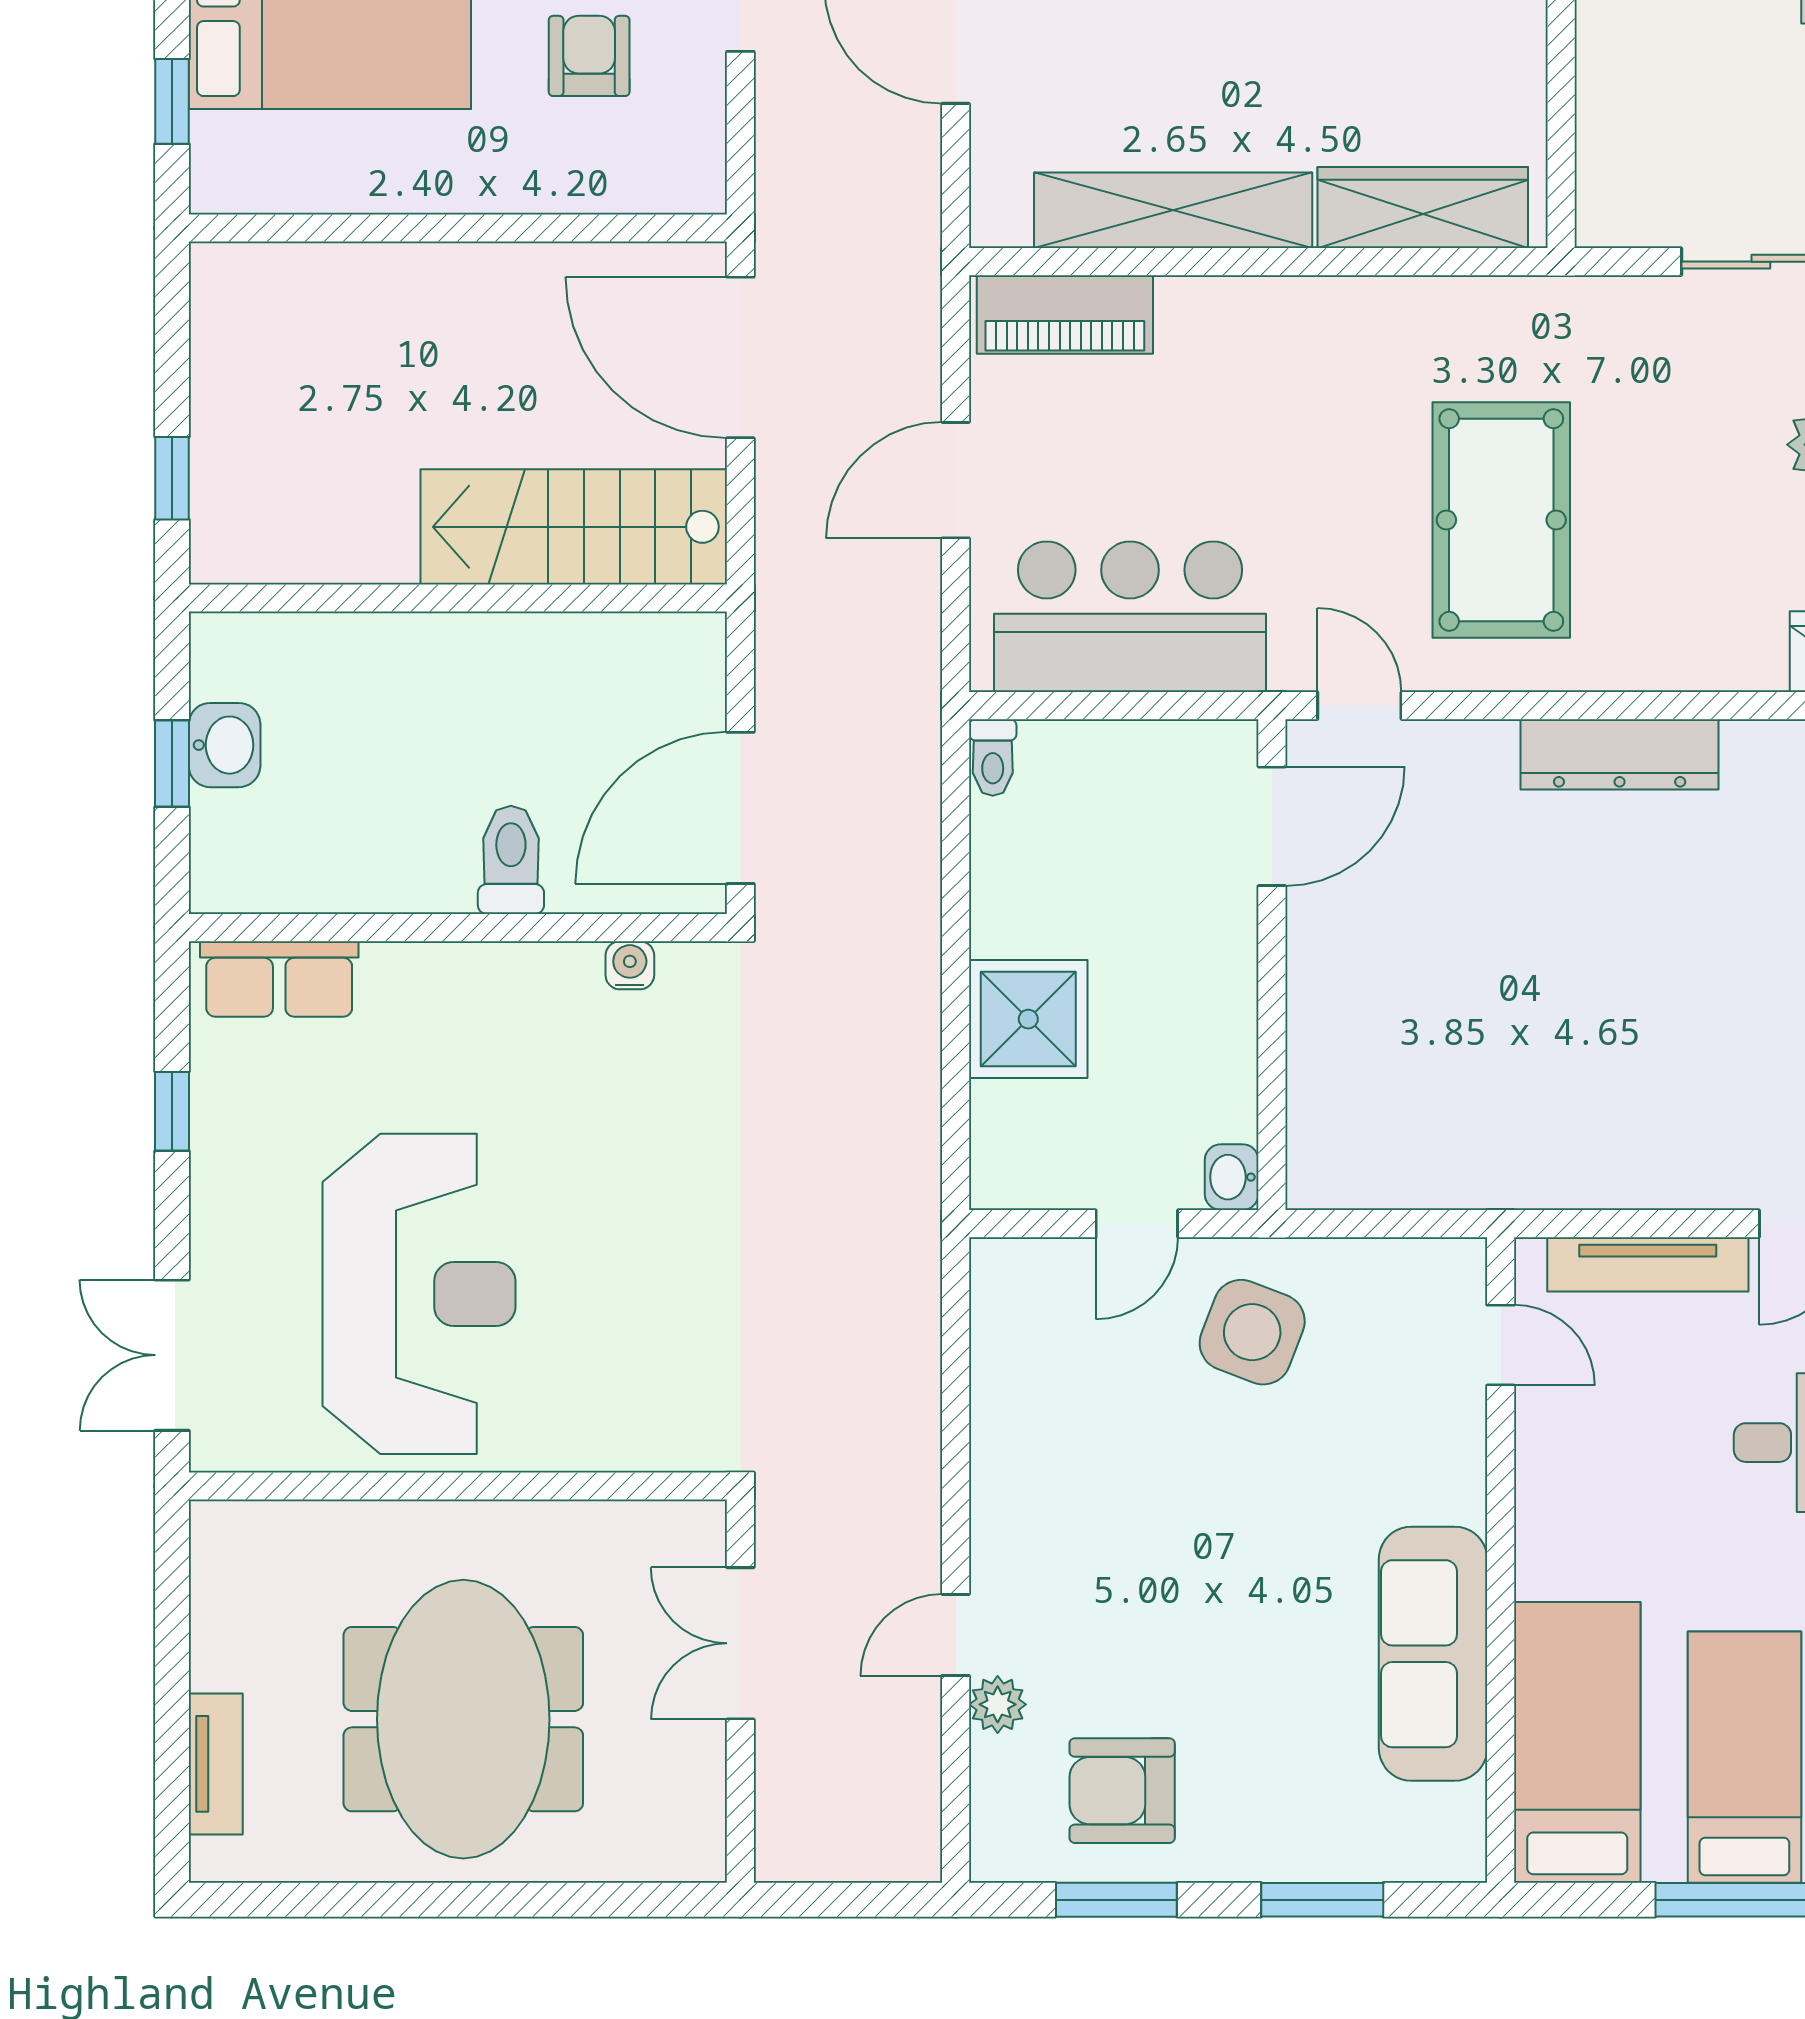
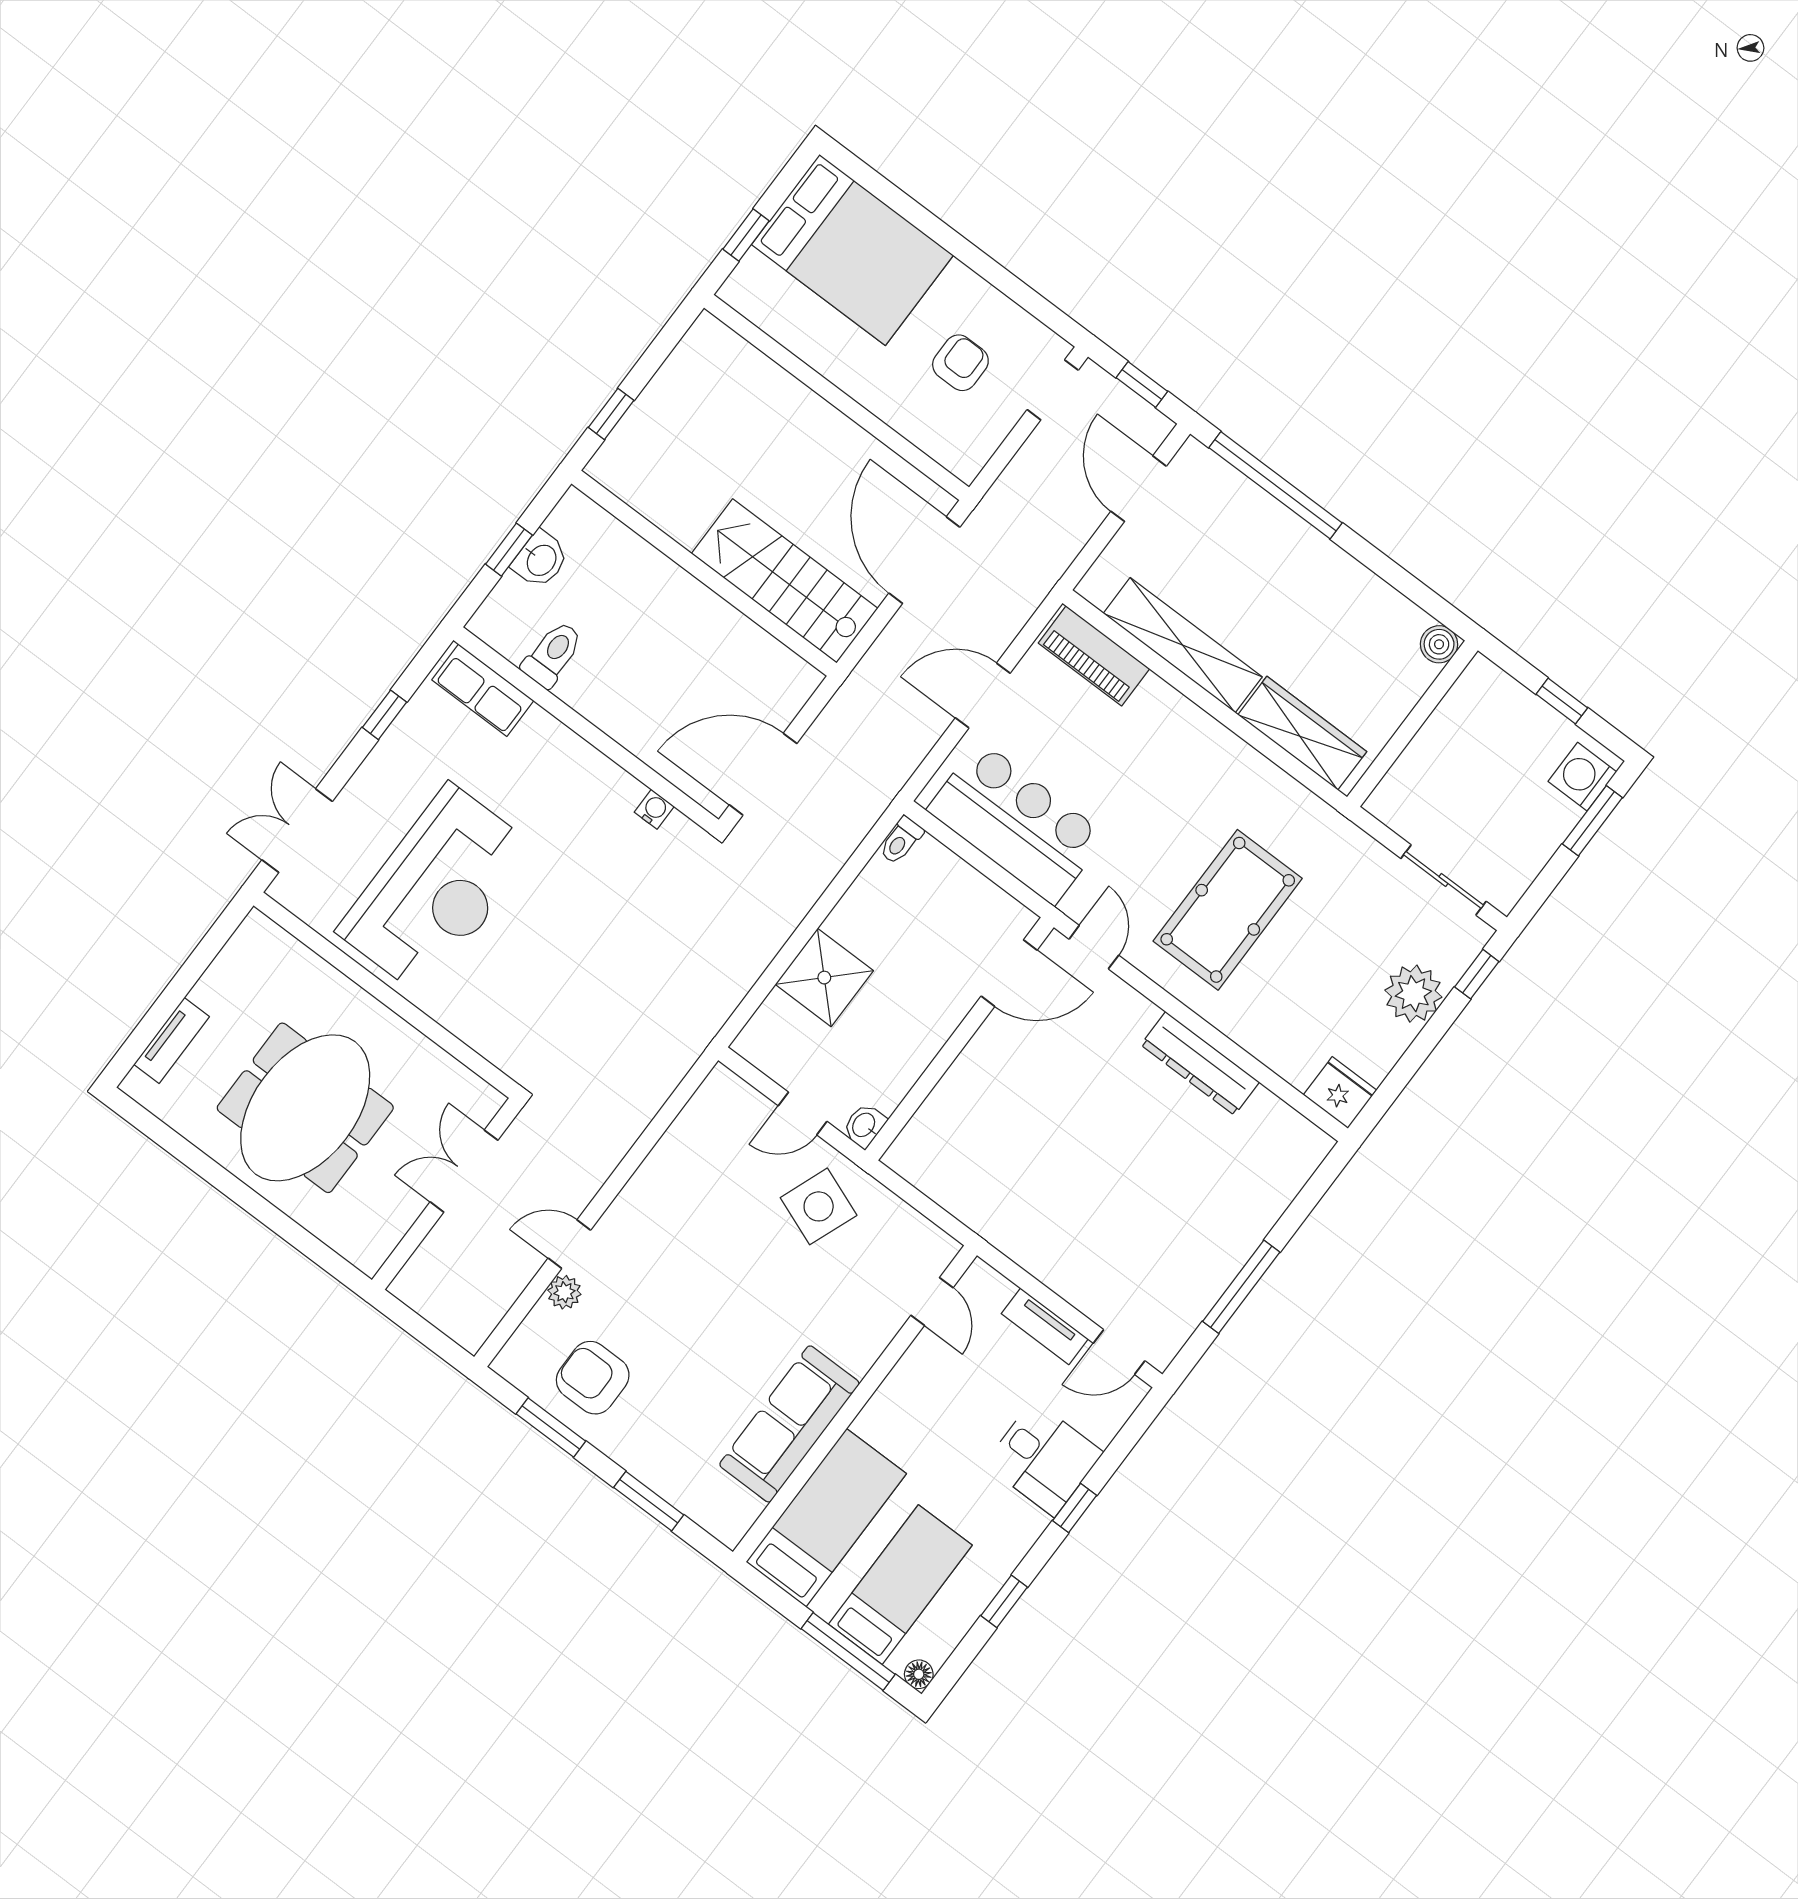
toilet: (511, 860) -> (553, 654), moved
tv unit: (1648, 1264) -> (1045, 1326), width x0.71

